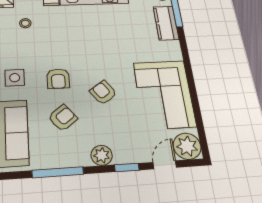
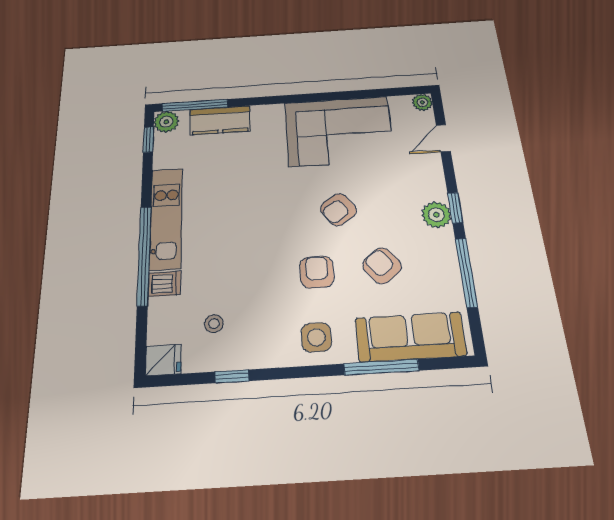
armchair: (58, 79) -> (317, 272), turned -90
plant: (187, 146) -> (422, 102), width x0.53, depth x0.53
door: (165, 165) -> (443, 138), hinge flipped
window: (127, 167) -> (455, 208), moved

